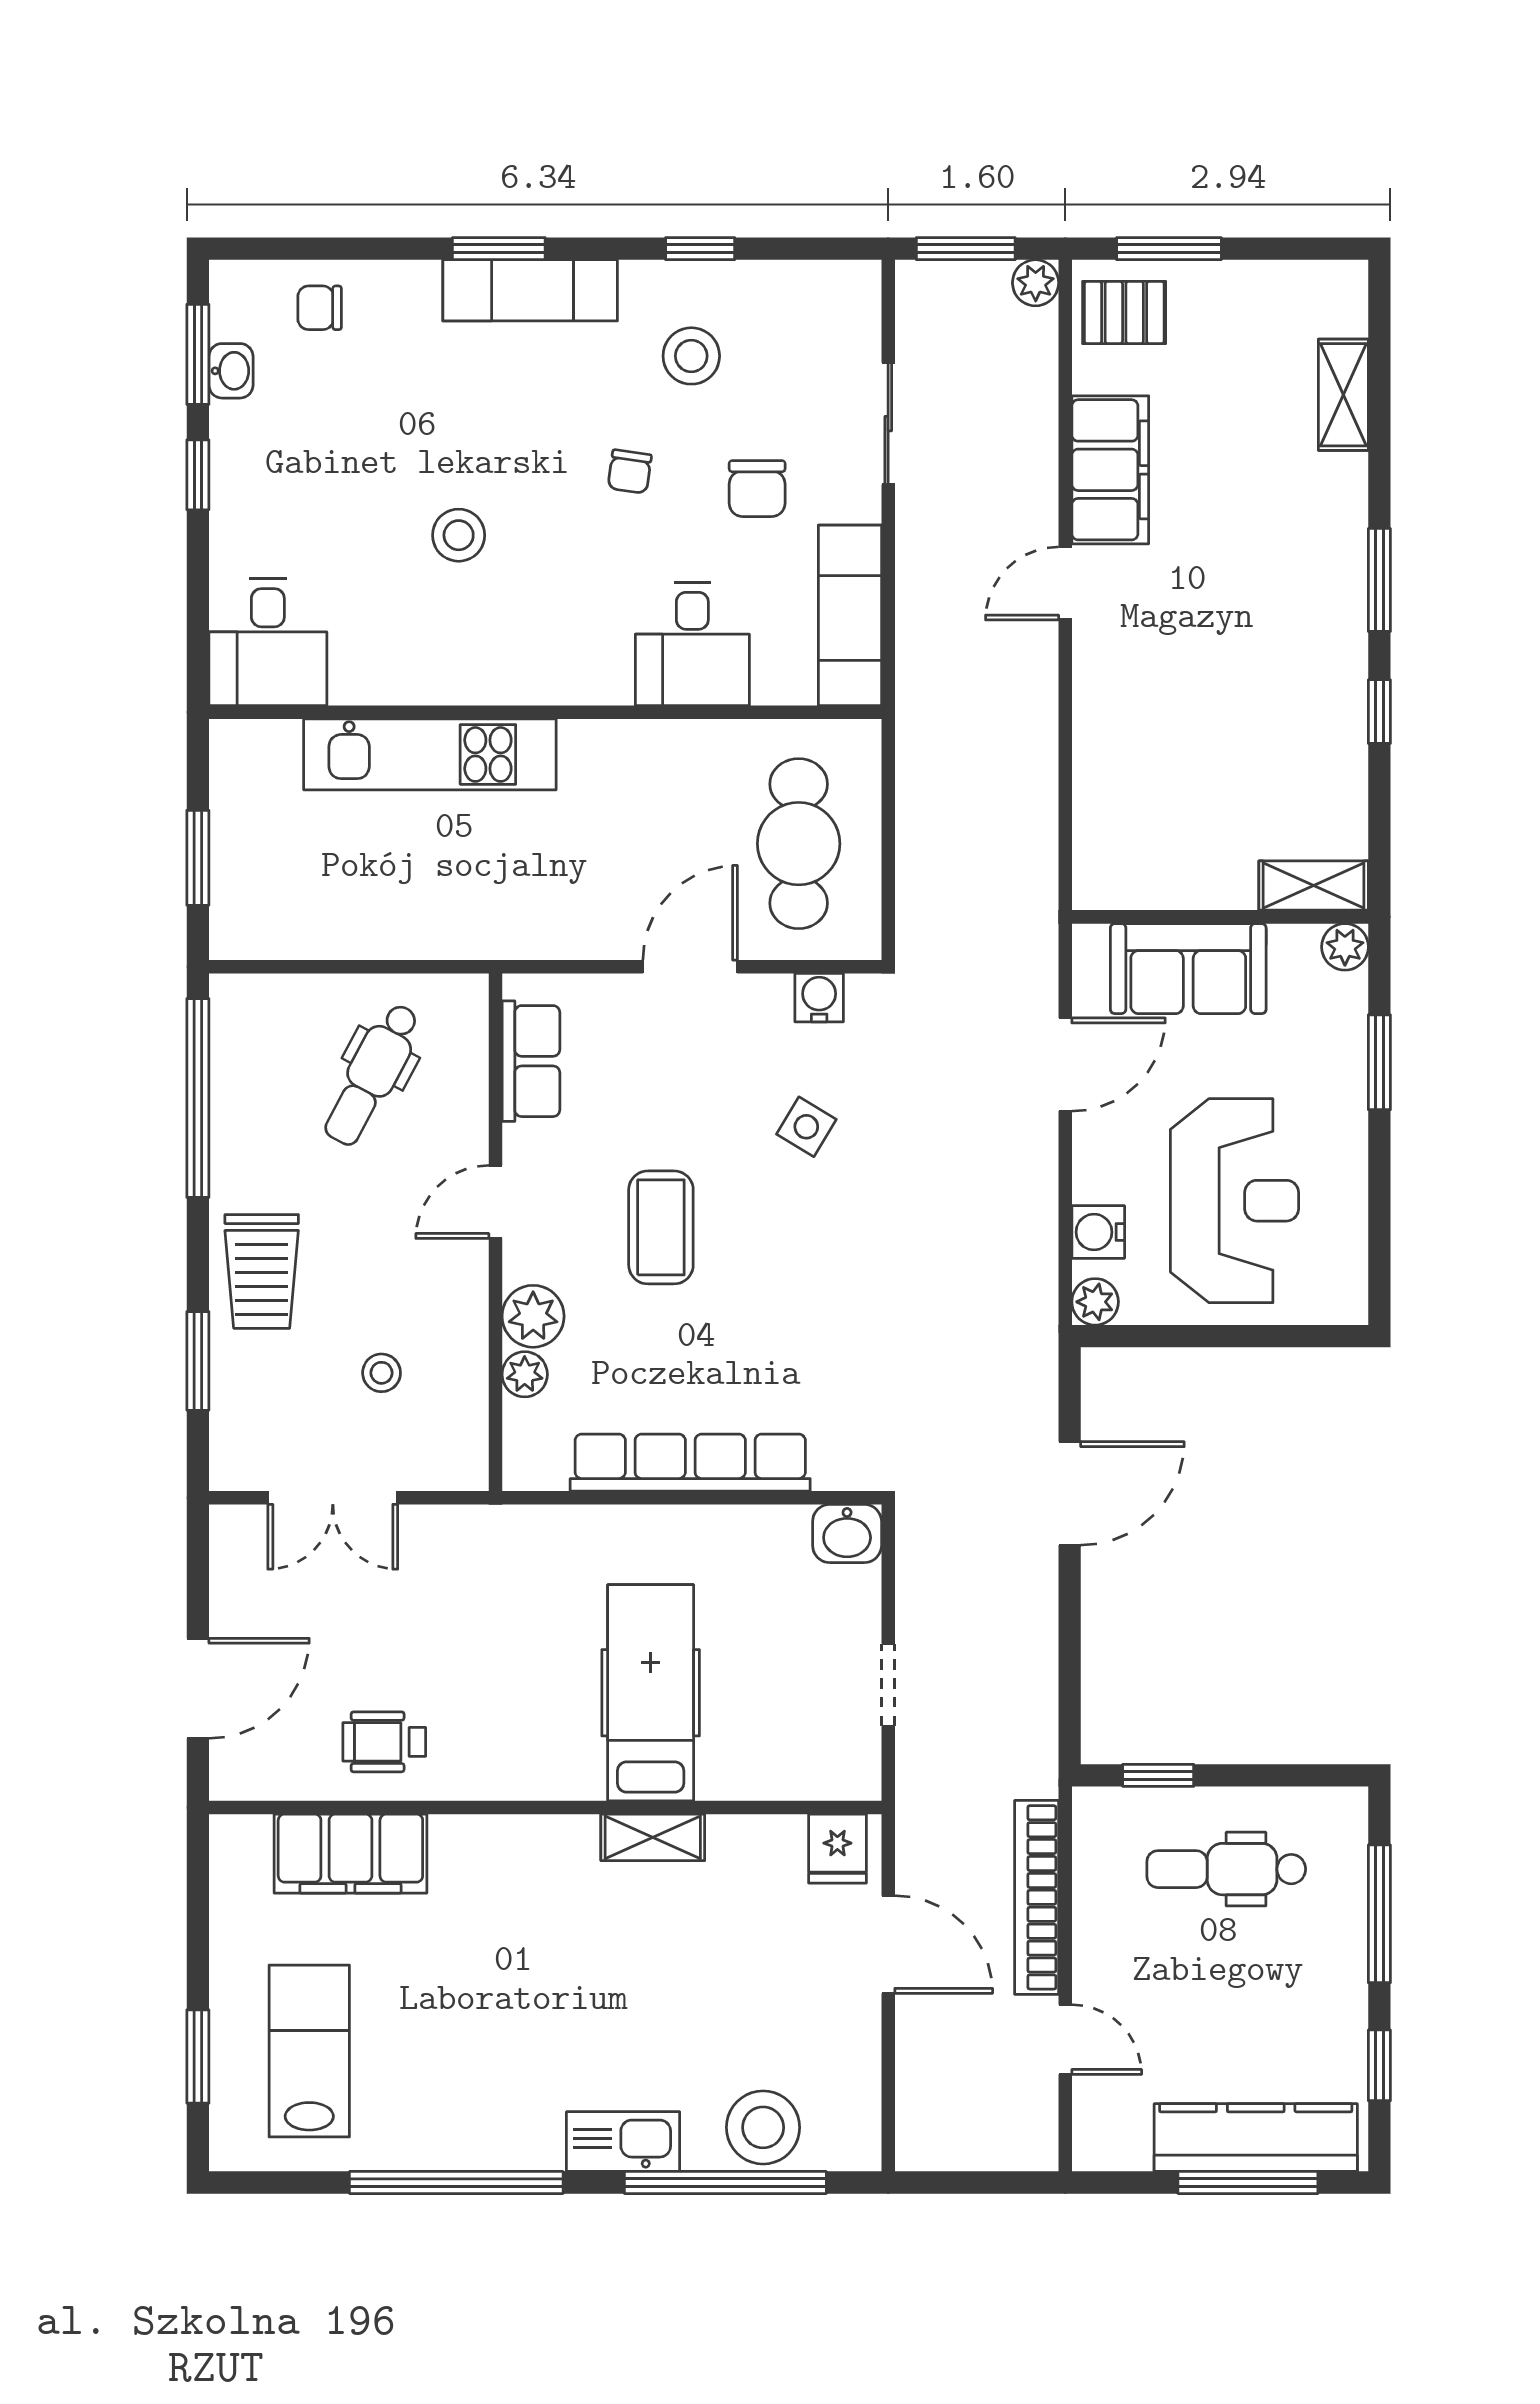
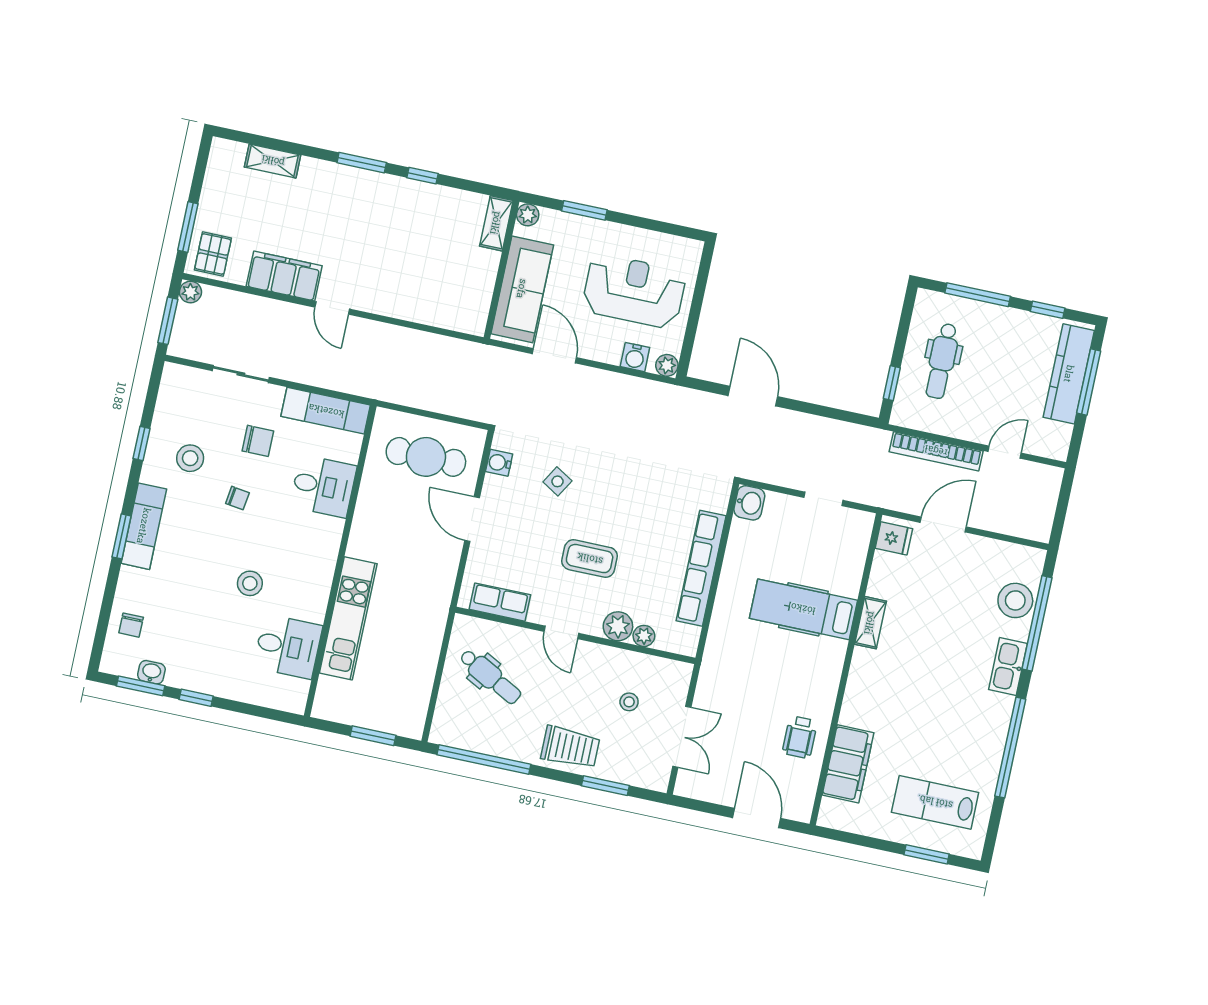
desk: (268, 642) -> (288, 646), moved
sofa: (1188, 969) -> (522, 289), width x1.36

